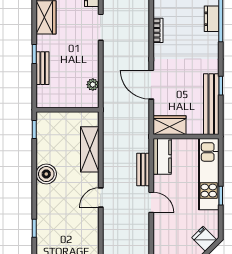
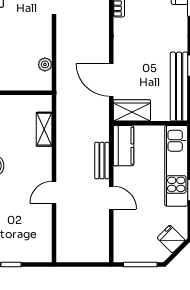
door: (151, 85) -> (111, 80), moved
shelving: (90, 149) -> (44, 129), width x0.67, depth x0.75

